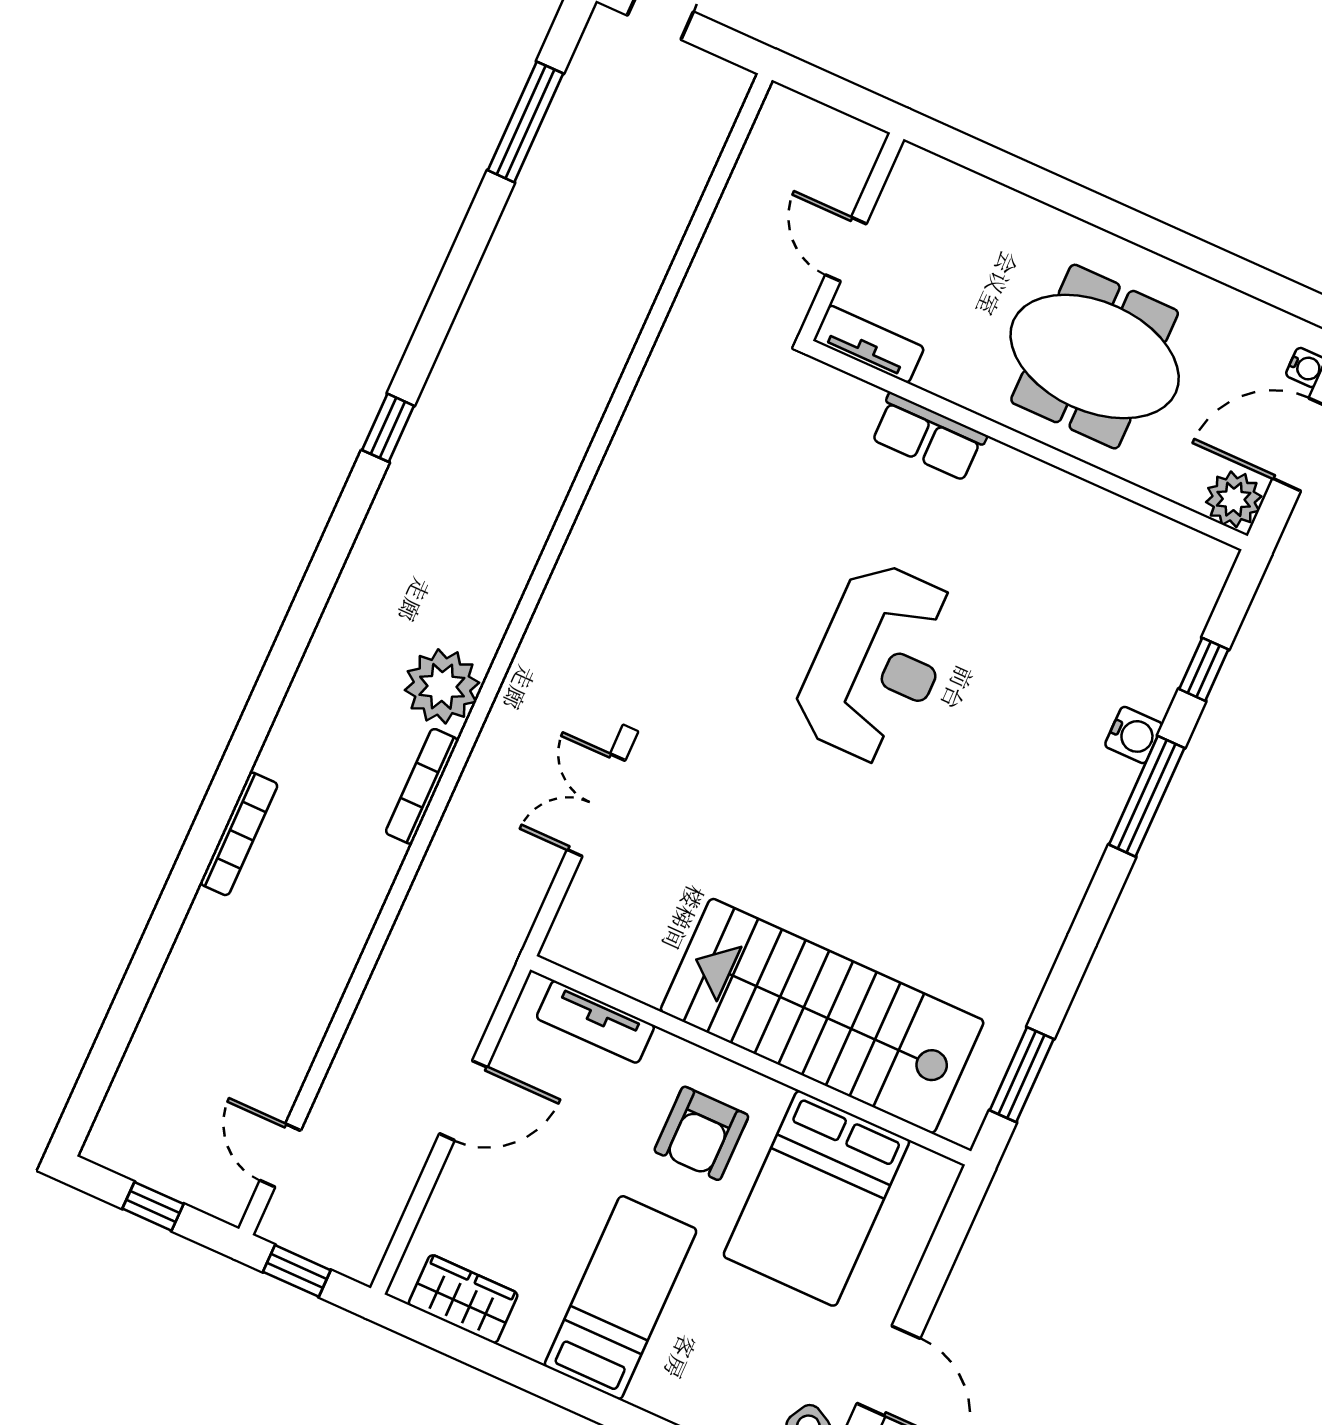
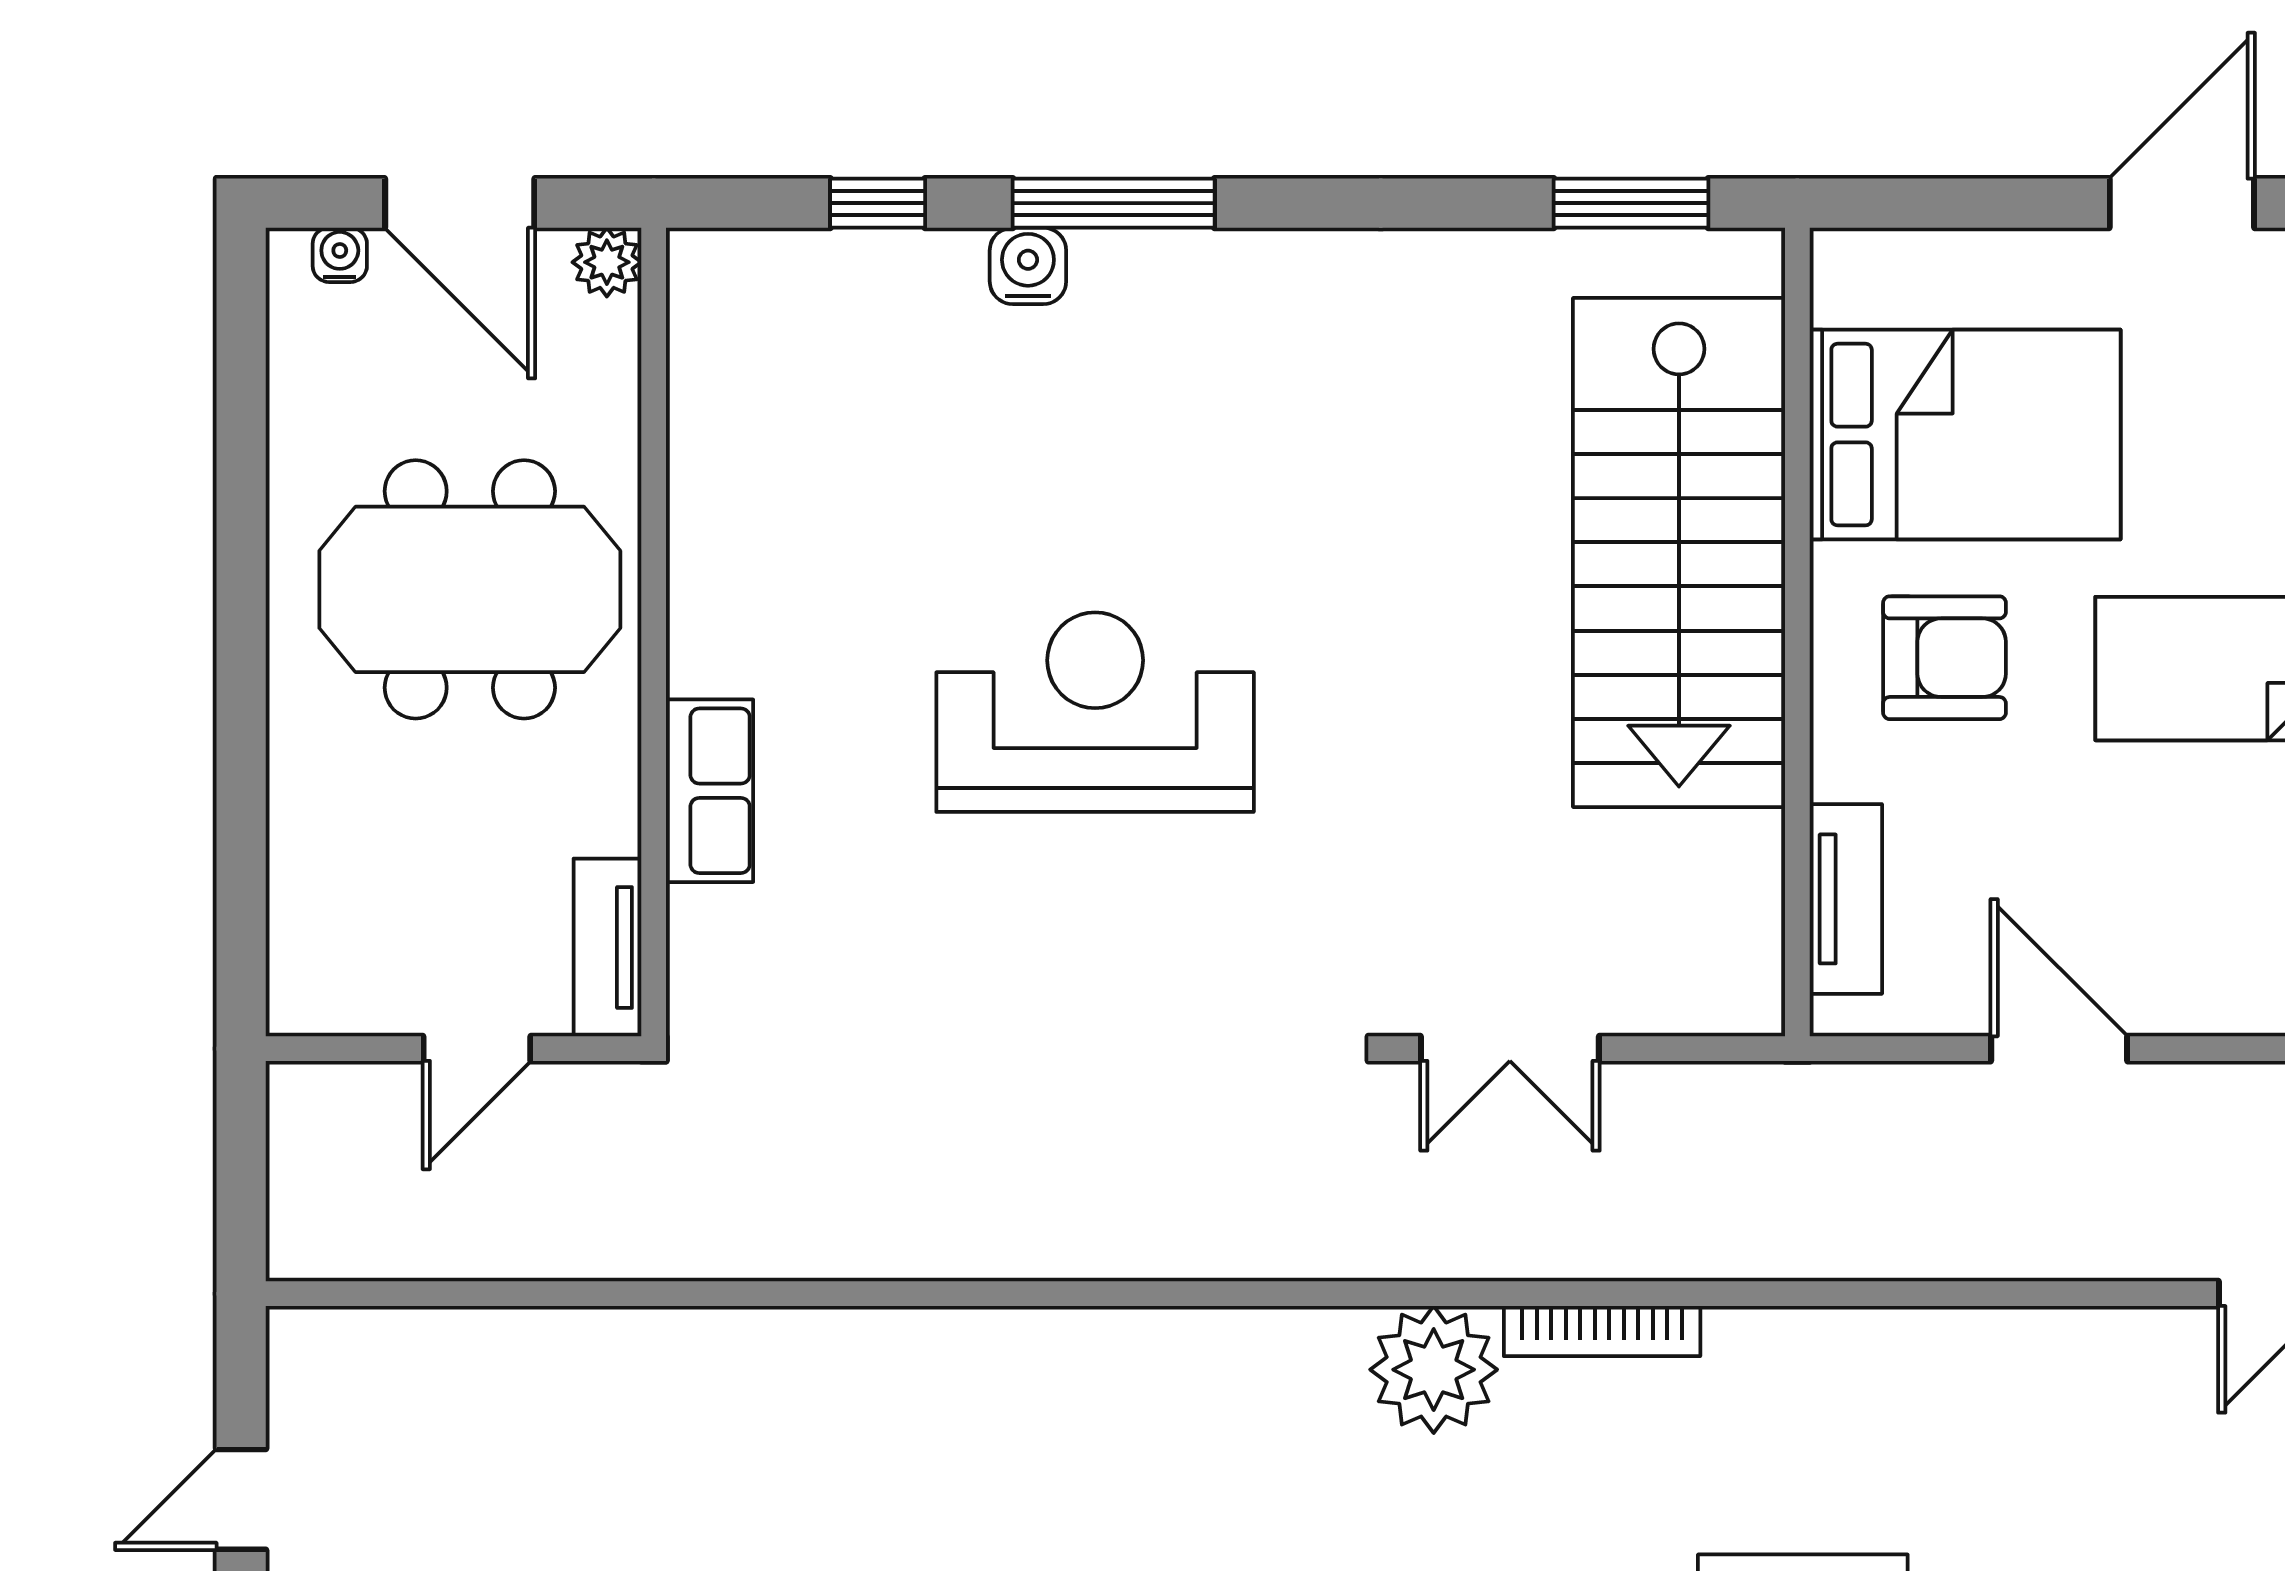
meeting table: (1095, 357) -> (470, 589), turned 90
plant: (1234, 499) -> (607, 262), width x0.73, depth x0.73

